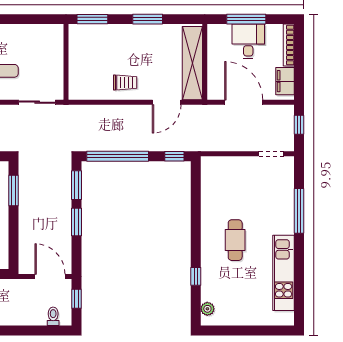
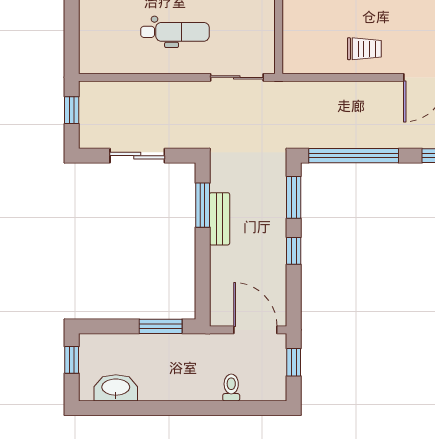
bench: (25, 200) -> (220, 219), added
window: (76, 222) -> (294, 251), width x0.67
toilet: (53, 316) -> (231, 388), moved

